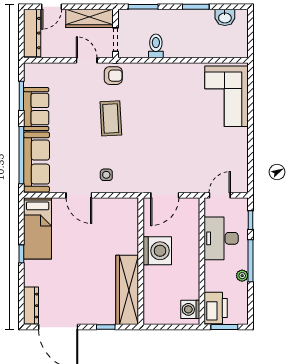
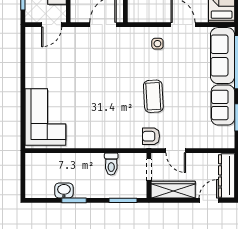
washbasin: (225, 17) -> (64, 190), moved

